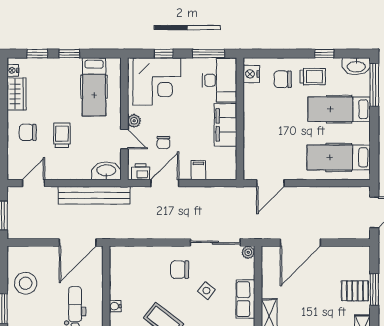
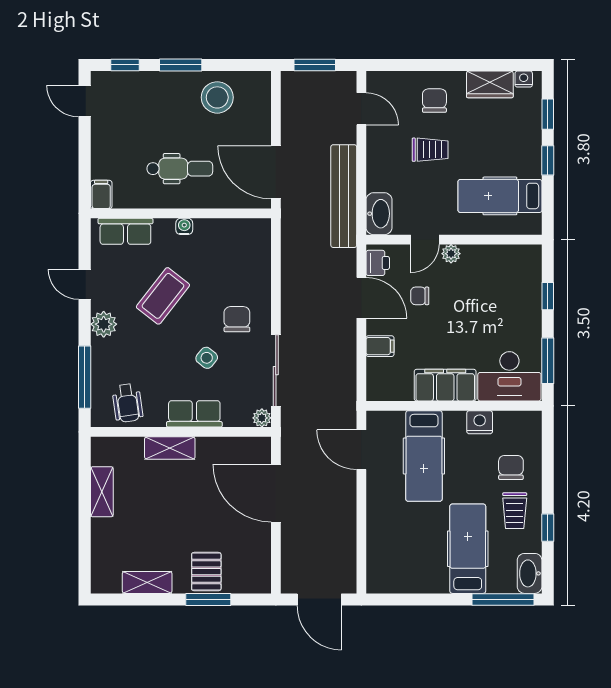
nightstand: (251, 74) -> (480, 422), moved
corner desk: (157, 81) -> (508, 286), removed
hospital bed: (339, 157) -> (424, 456), moved, turned 180

